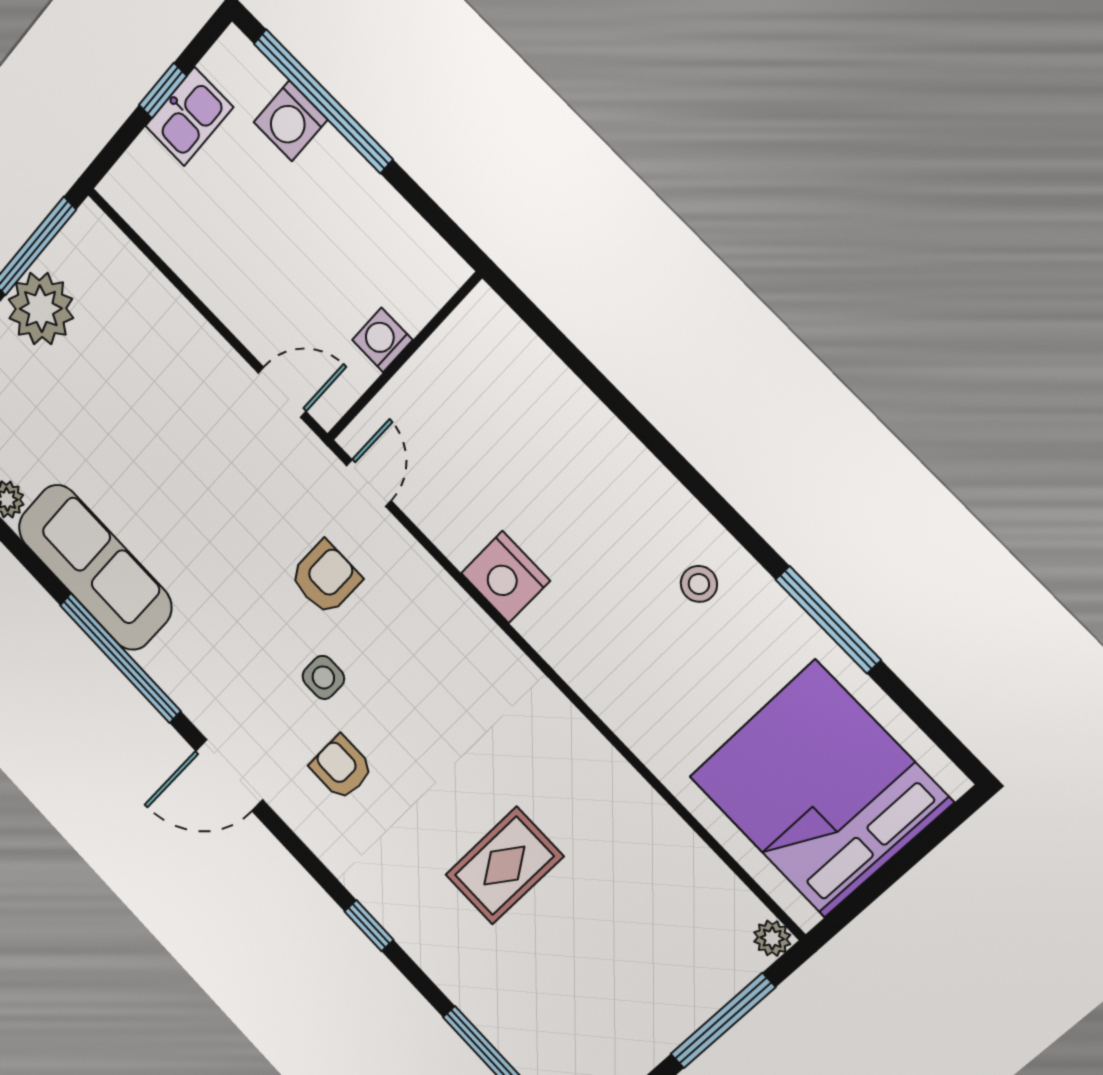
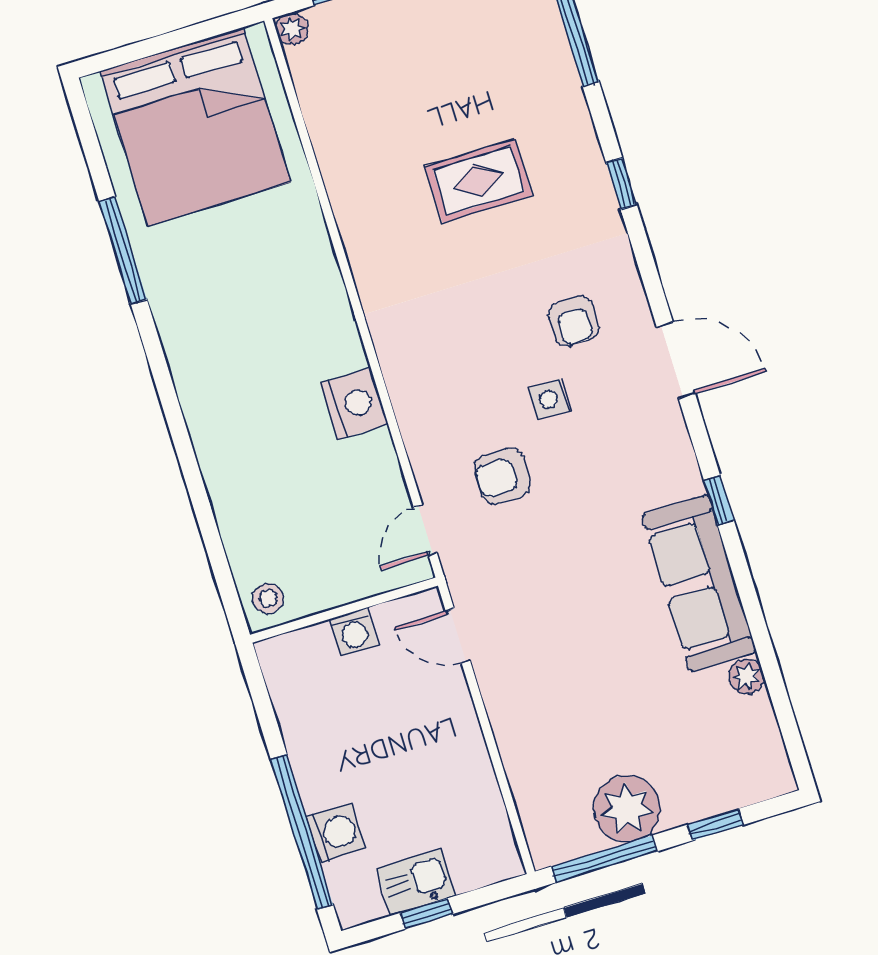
stool: (699, 584) -> (268, 598), moved
window: (120, 658) -> (719, 500), width x0.32

